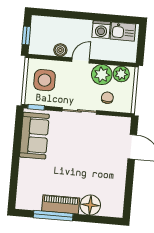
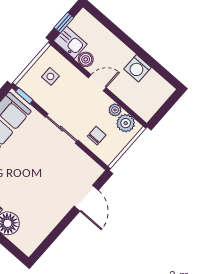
kitchen sink: (123, 32) -> (70, 43), moved, turned 180
plant: (102, 75) -> (115, 110), width x0.53, depth x0.53
side table: (45, 80) -> (50, 76), width x0.54, depth x0.54

